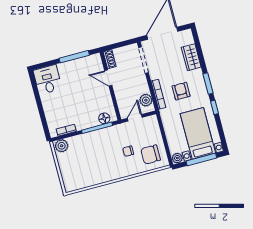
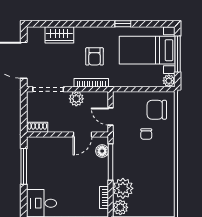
door: (108, 78) -> (83, 135), moved
window: (208, 83) -> (94, 24), removed
armchair: (181, 91) -> (94, 56), turned -90
plant: (146, 100) -> (76, 99), moved
plant: (78, 144) -> (123, 188), added
chair: (151, 155) -> (157, 110), turned 90

